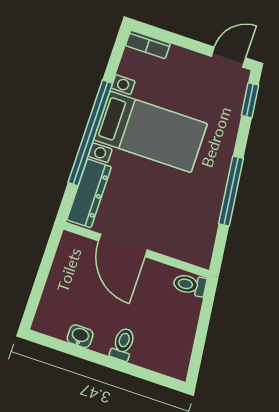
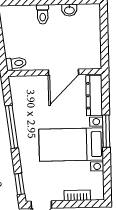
bookcase: (148, 44) -> (77, 195), moved
window: (90, 133) -> (106, 131), width x0.47
door: (123, 245) -> (63, 72), swing flipped

